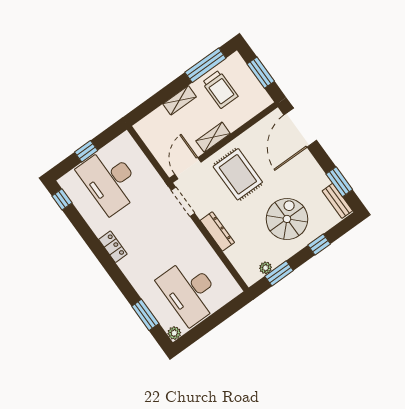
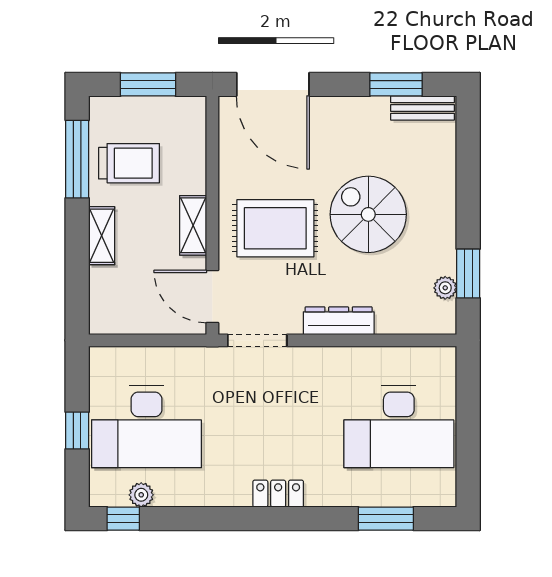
spiral stairs: (287, 219) -> (368, 214), moved
window: (319, 245) -> (468, 182), removed
locker: (113, 247) -> (278, 494), moved
plant: (174, 333) -> (141, 495), moved

